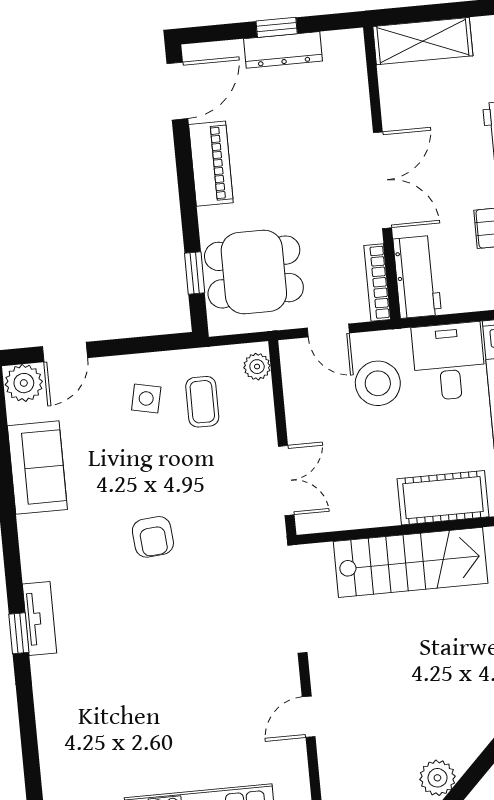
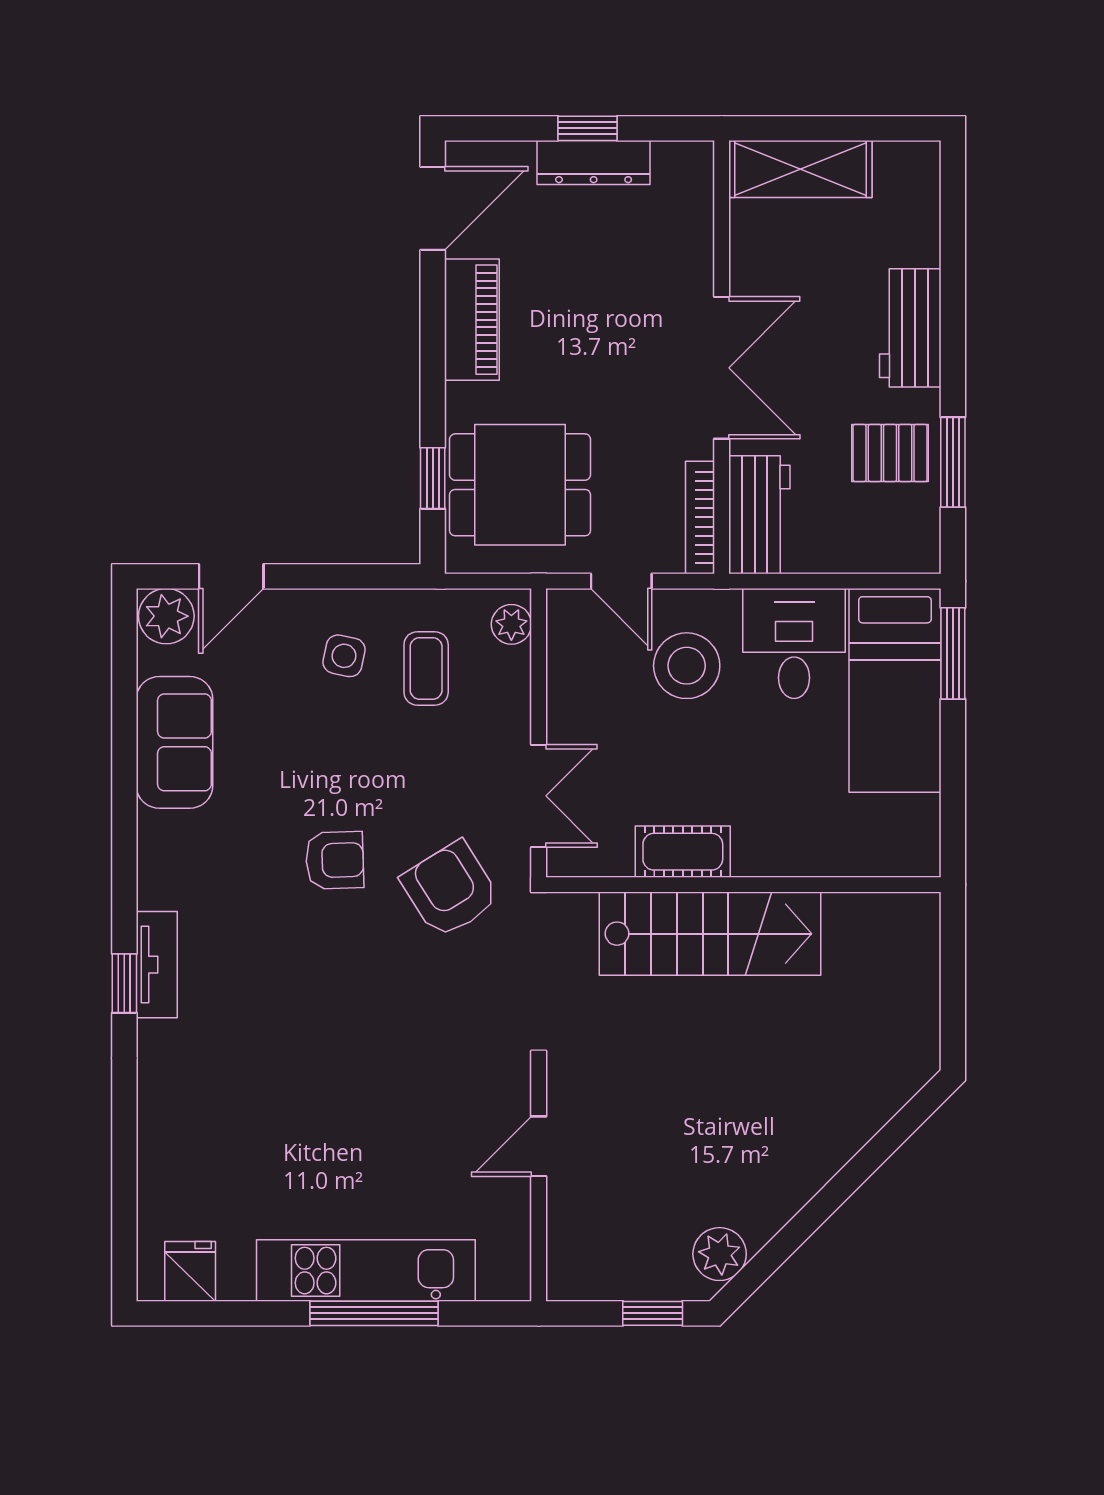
cot: (443, 498) -> (683, 852), moved, width x0.73, depth x0.75
armchair: (153, 537) -> (335, 860), turned -87
armchair: (233, 549) -> (450, 890), added

